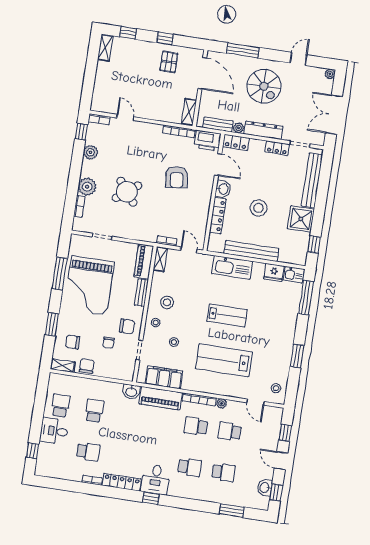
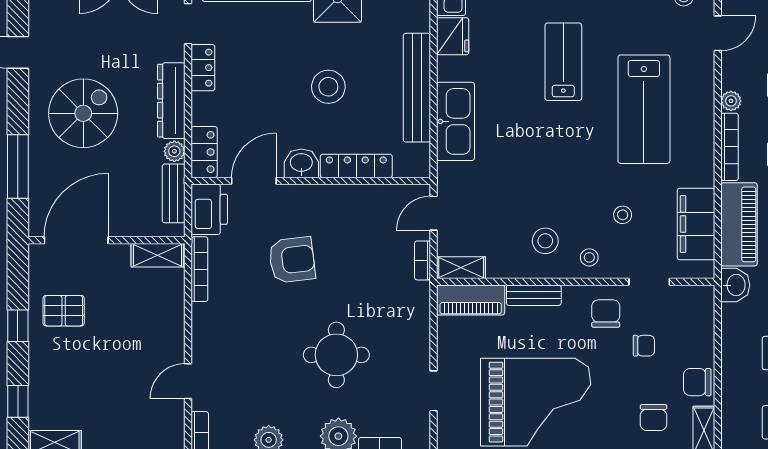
round table: (127, 192) -> (336, 355), turned 38
lab bench: (227, 315) -> (563, 62), moved

